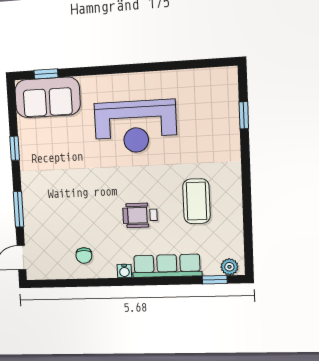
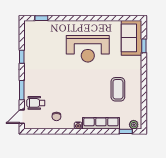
sofa: (48, 97) -> (132, 38), moved, turned 90
wheelchair: (140, 215) -> (36, 103), moved

